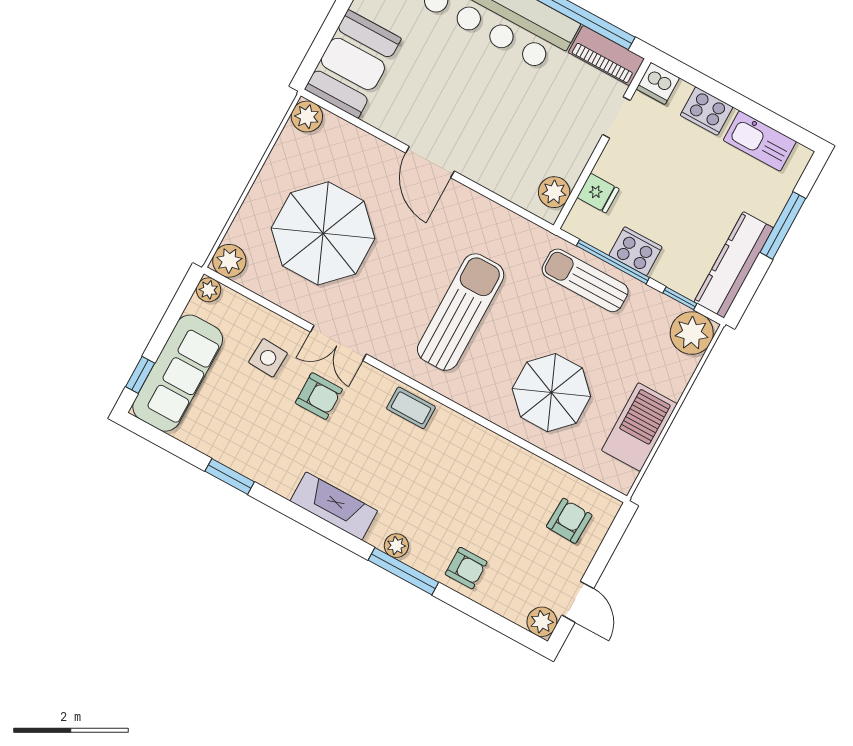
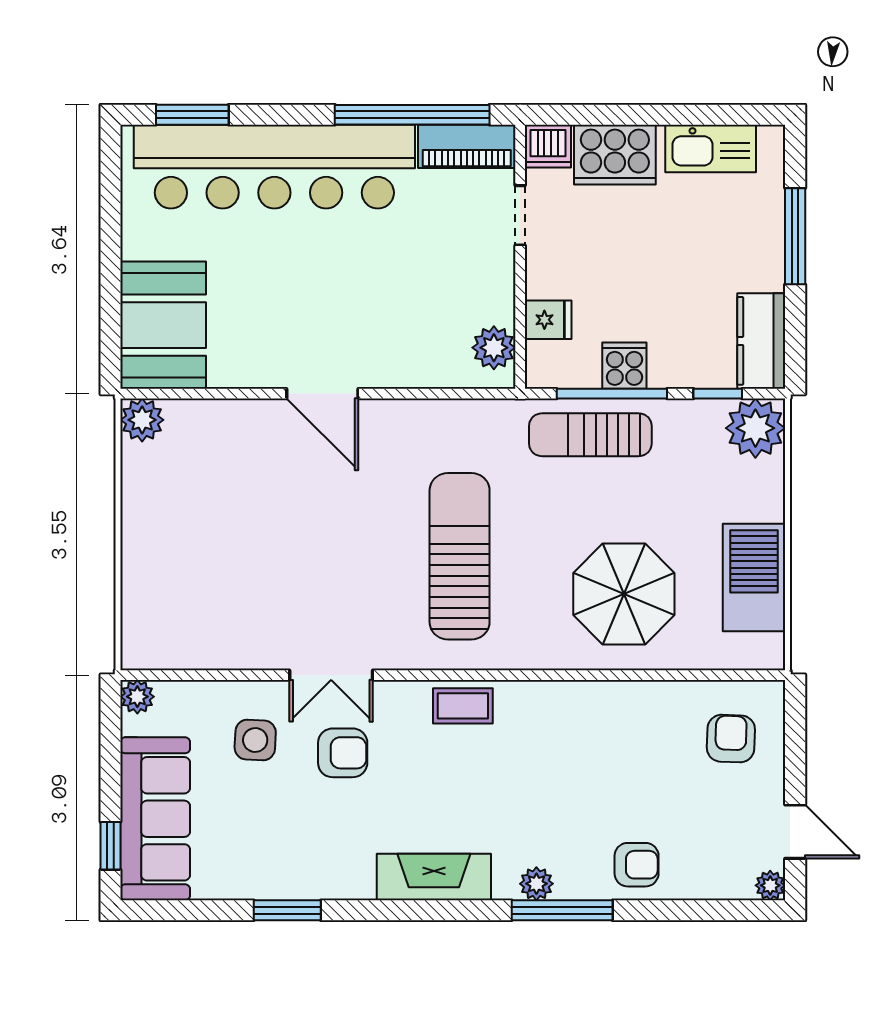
cooker: (707, 111) -> (615, 155), width x1.37, depth x1.31
parasol: (323, 233) -> (240, 552), removed
cooker: (636, 251) -> (624, 366), width x0.73
plant: (229, 261) -> (143, 647), removed
kitchen counter: (734, 265) -> (761, 341), width x0.67
plant: (542, 622) -> (770, 885), width x0.73, depth x0.73

